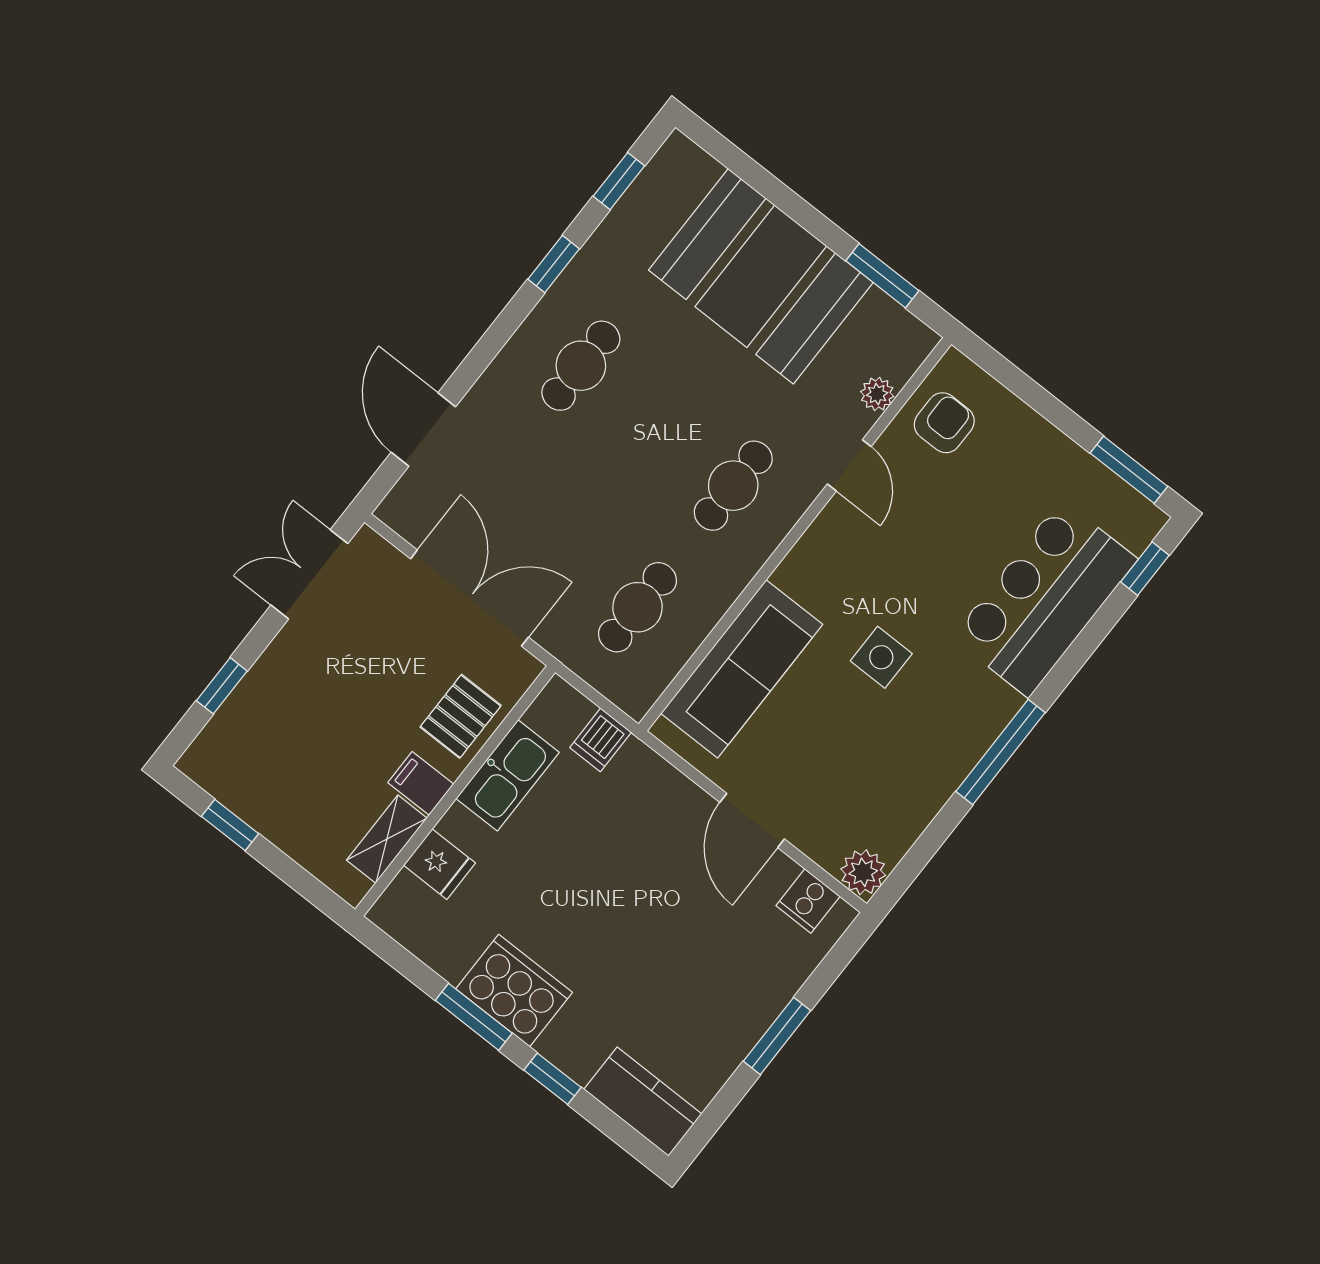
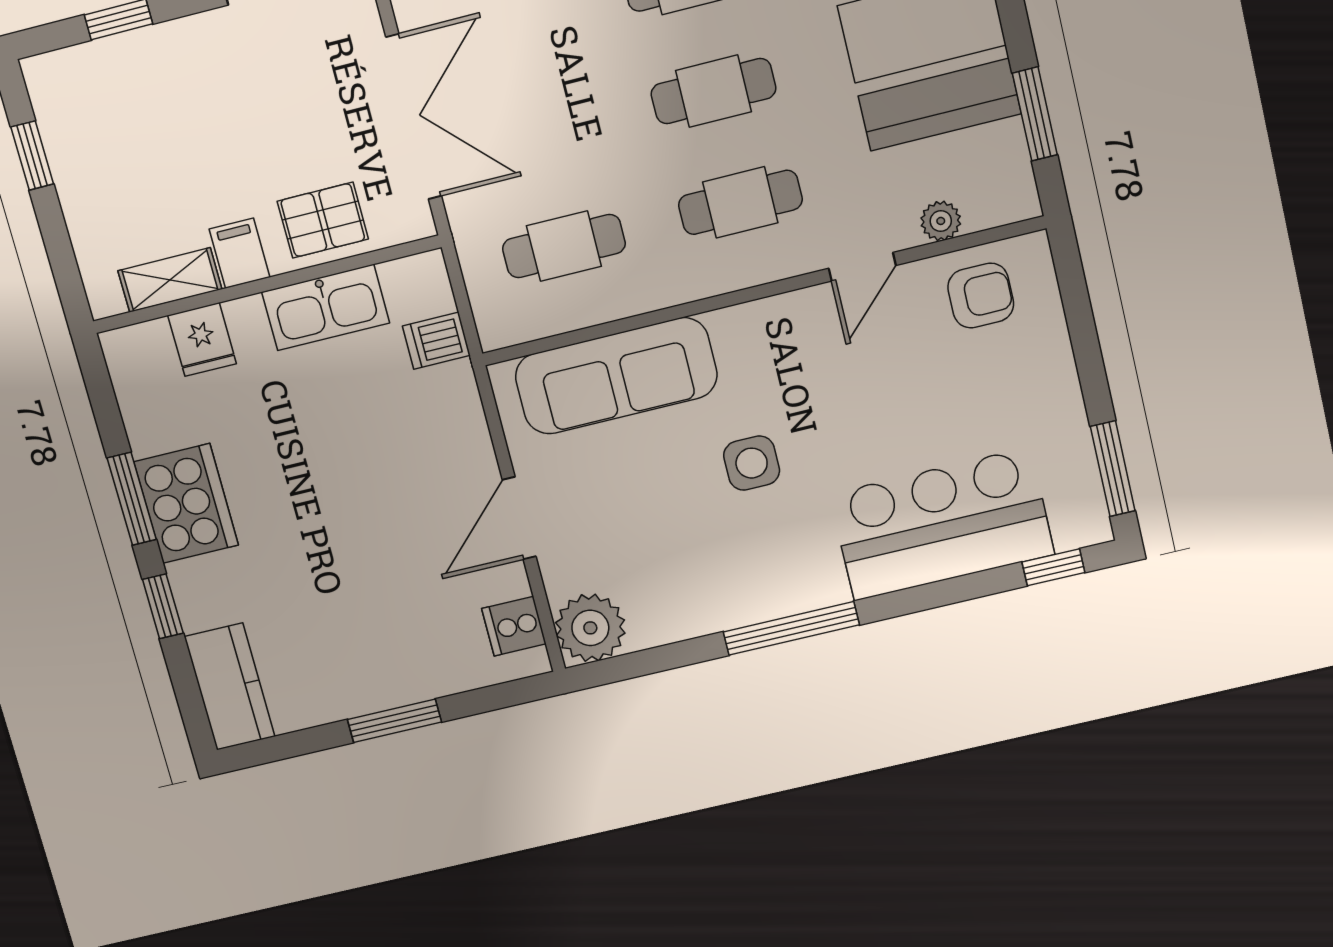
cafe table: (657, 426) -> (713, 91), added
plant: (863, 872) -> (590, 628), width x1.36, depth x1.36

